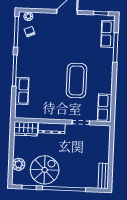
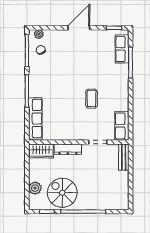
coffee table: (77, 81) -> (92, 99), width x0.54, depth x0.58
row of seats: (22, 91) -> (35, 118), width x1.48
spiral stairs: (45, 170) -> (62, 193), turned -90
bench: (104, 176) -> (124, 157), moved

